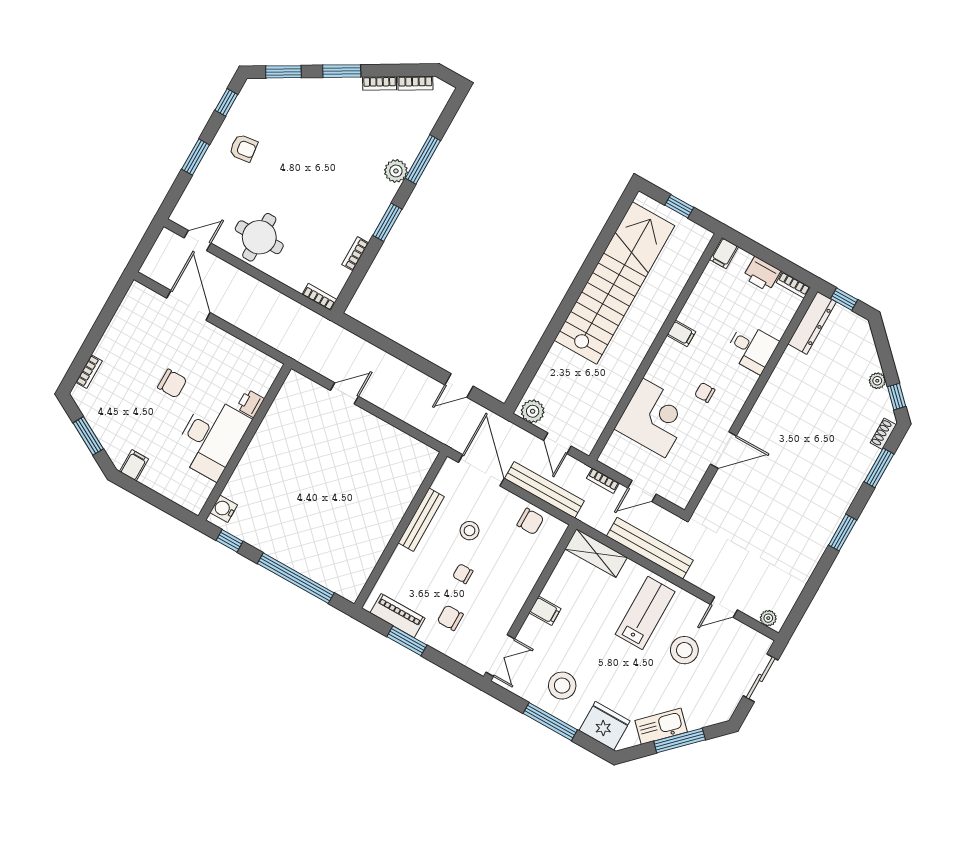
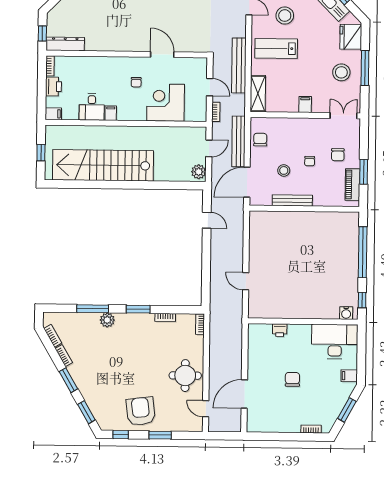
armchair: (243, 148) -> (141, 411), width x1.88, depth x1.88
desk: (752, 348) -> (92, 107), moved, turned 180
desk: (211, 438) -> (335, 342), moved

